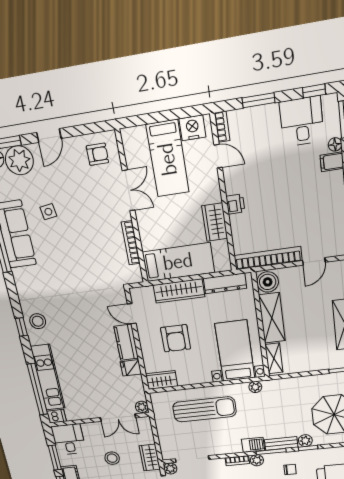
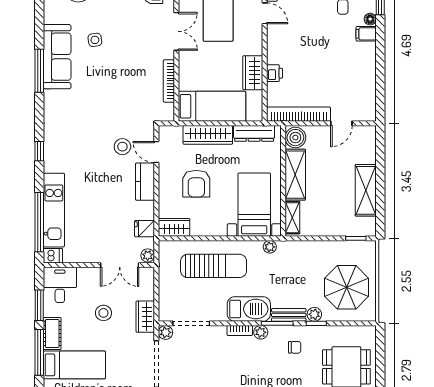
printer: (235, 204) -> (275, 73), moved
stool: (38, 321) -> (122, 147), moved
fridge: (131, 368) -> (145, 229), moved
barbecue: (253, 445) -> (249, 309), width x1.88, depth x1.53

